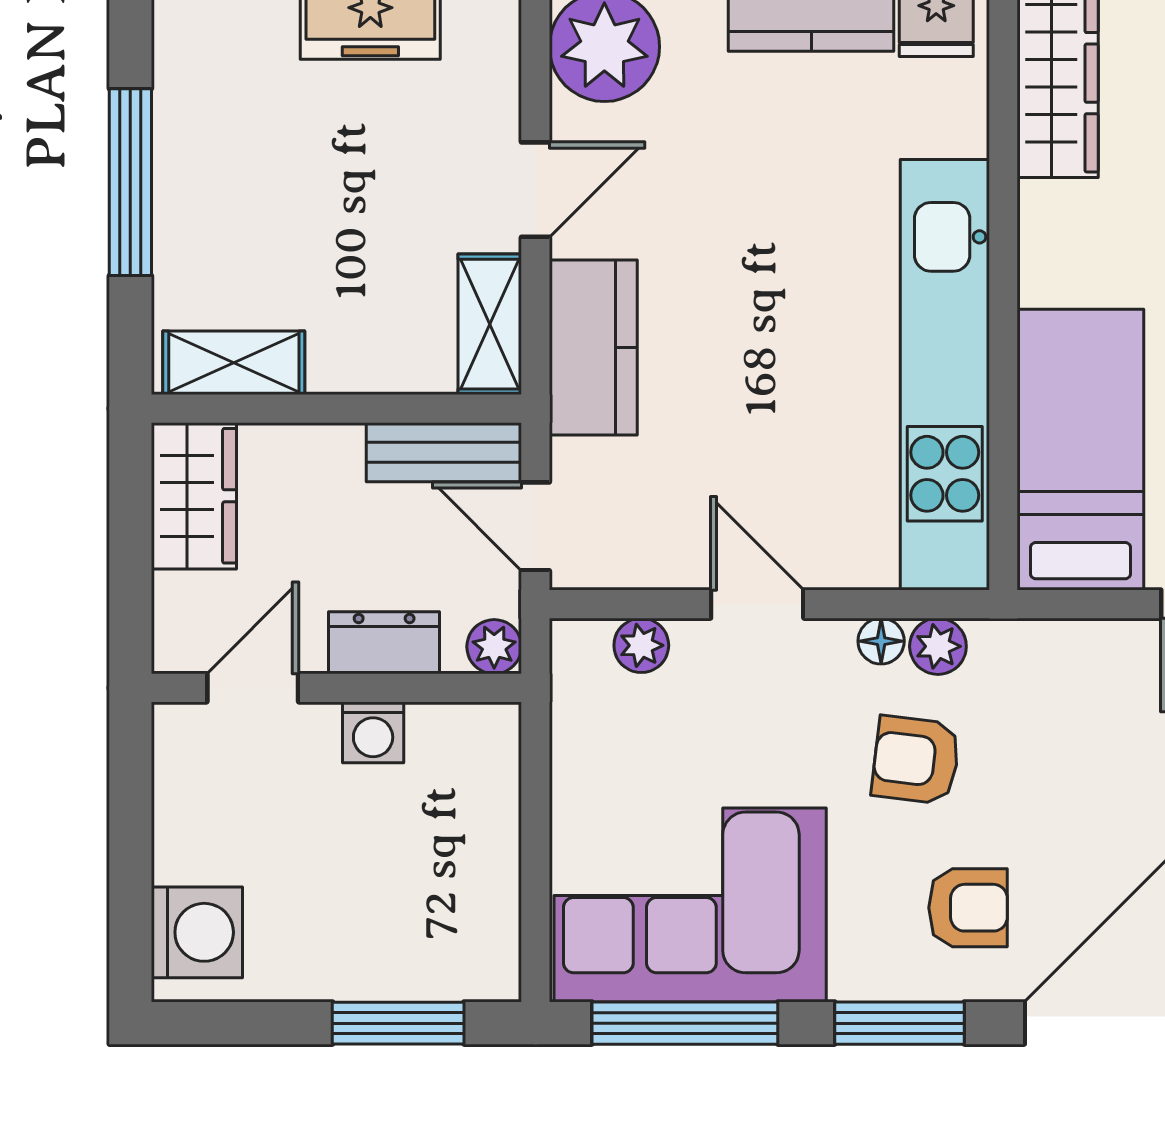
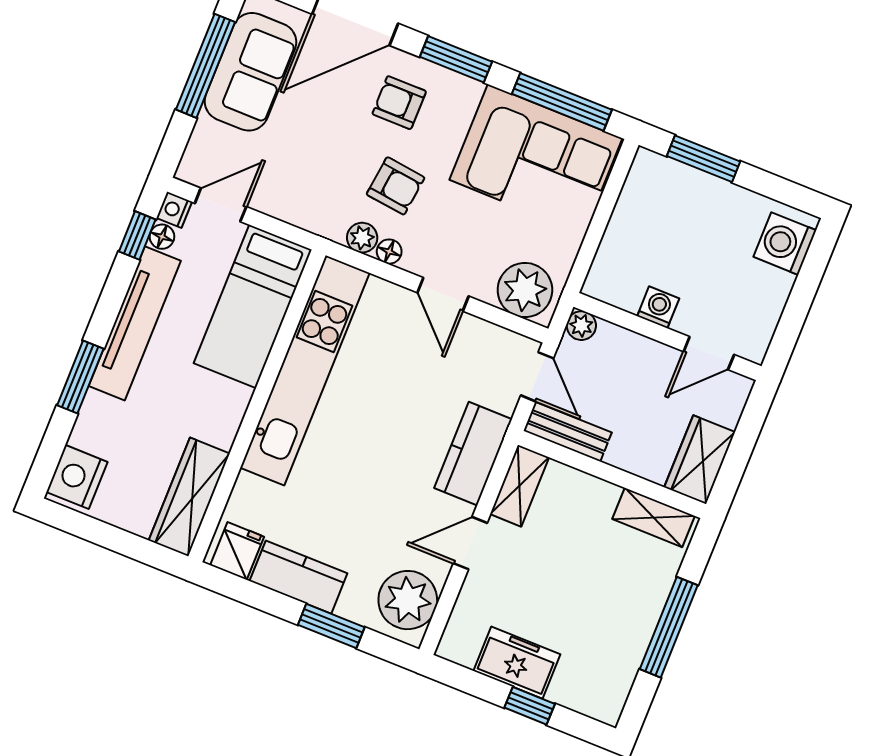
dresser: (384, 643) -> (635, 349), removed
plant: (641, 645) -> (525, 290), width x1.88, depth x1.88

